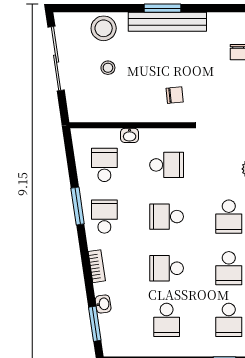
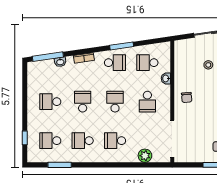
chair: (175, 95) -> (187, 97), moved
school desk: (104, 165) -> (147, 63), turned 180
window: (95, 324) -> (48, 57), width x1.44

